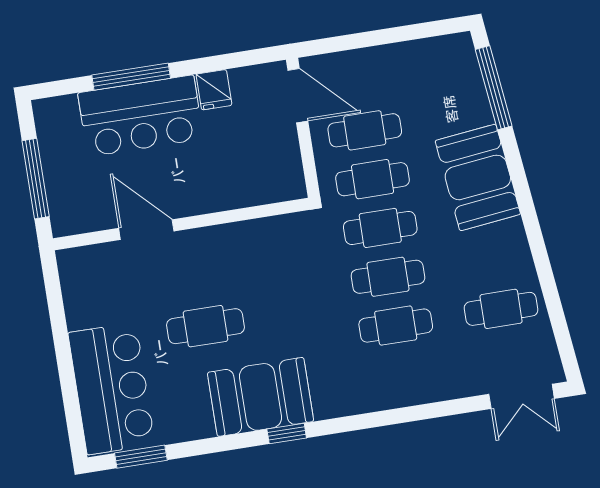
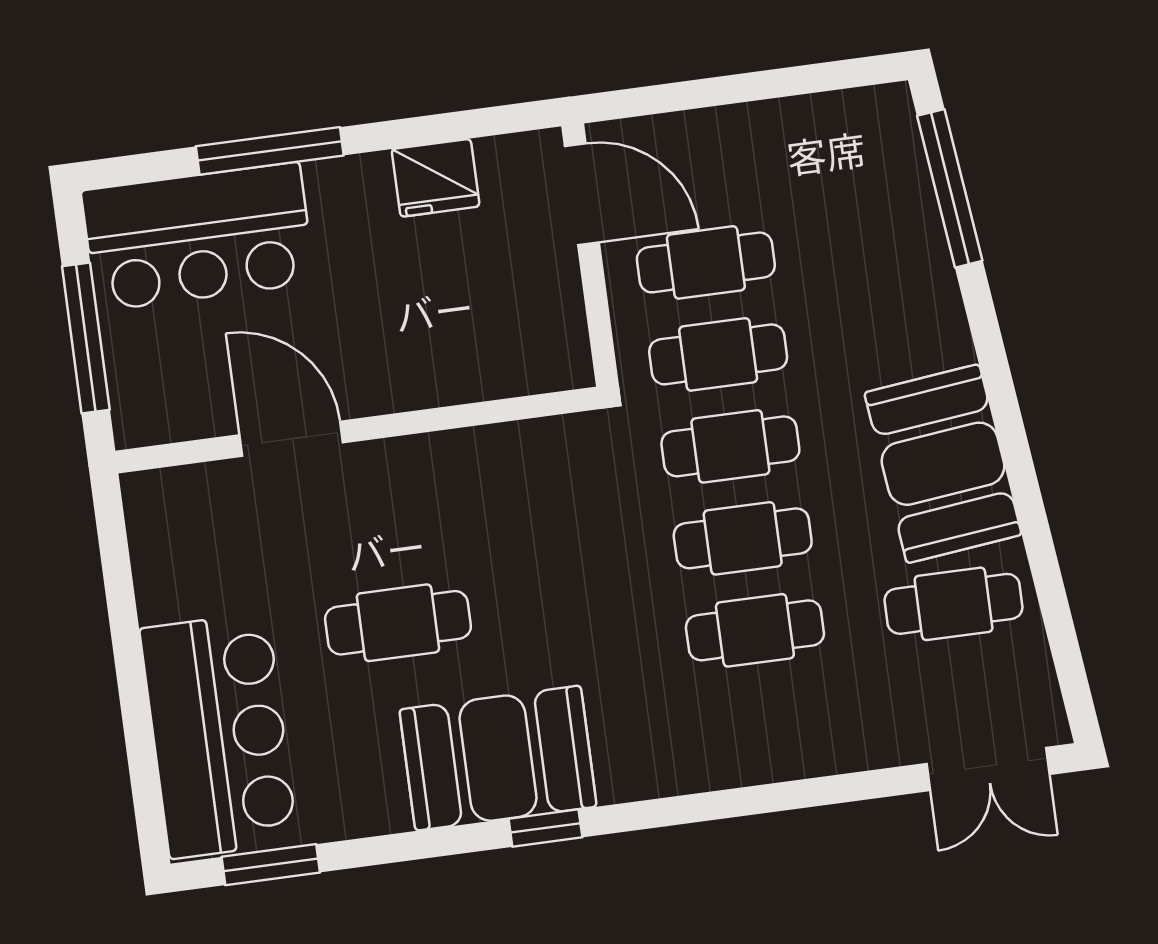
fridge: (214, 90) -> (436, 178), width x1.38
bar counter: (141, 116) -> (198, 237), moved
booth: (478, 177) -> (943, 464), moved

